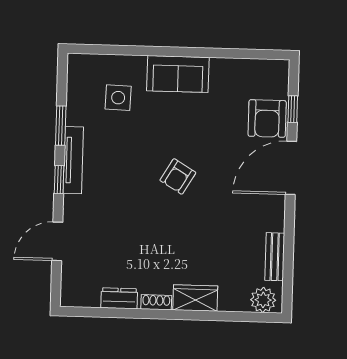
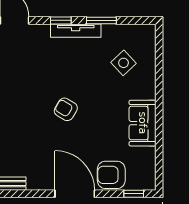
sofa: (178, 74) -> (143, 123), moved
side table: (118, 98) -> (124, 63), turned 45
window: (293, 109) -> (134, 194), moved

